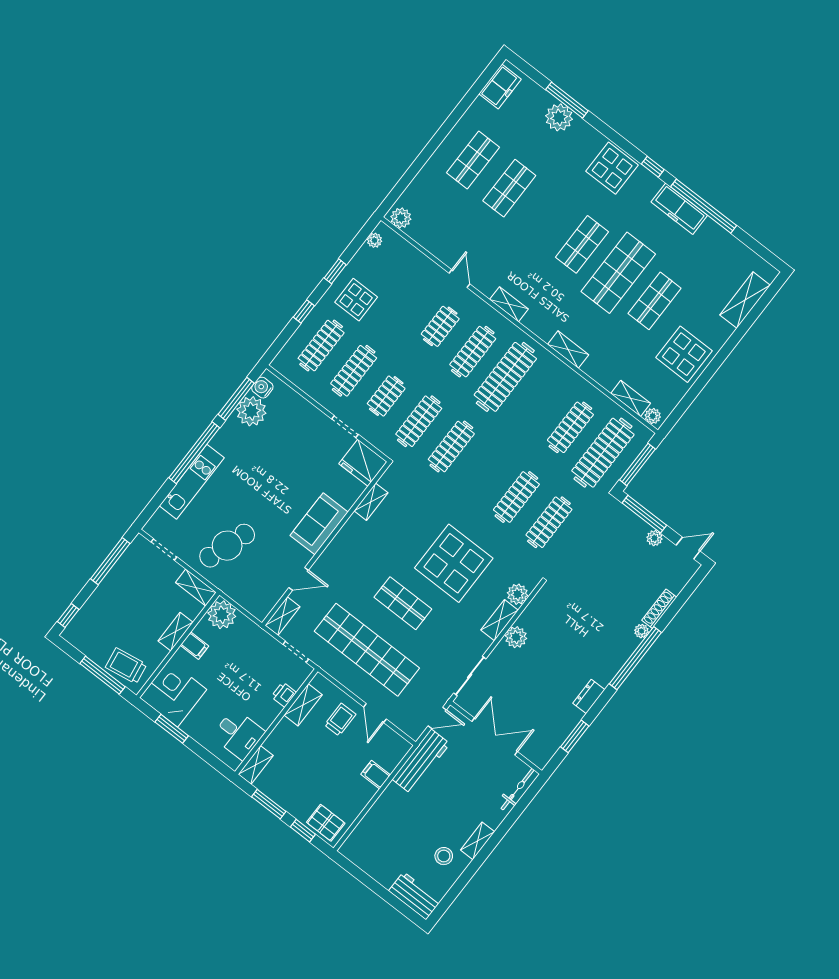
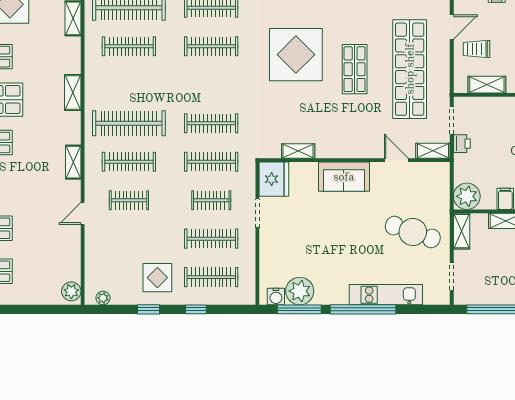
printer: (284, 695) -> (462, 144), moved, turned -90

